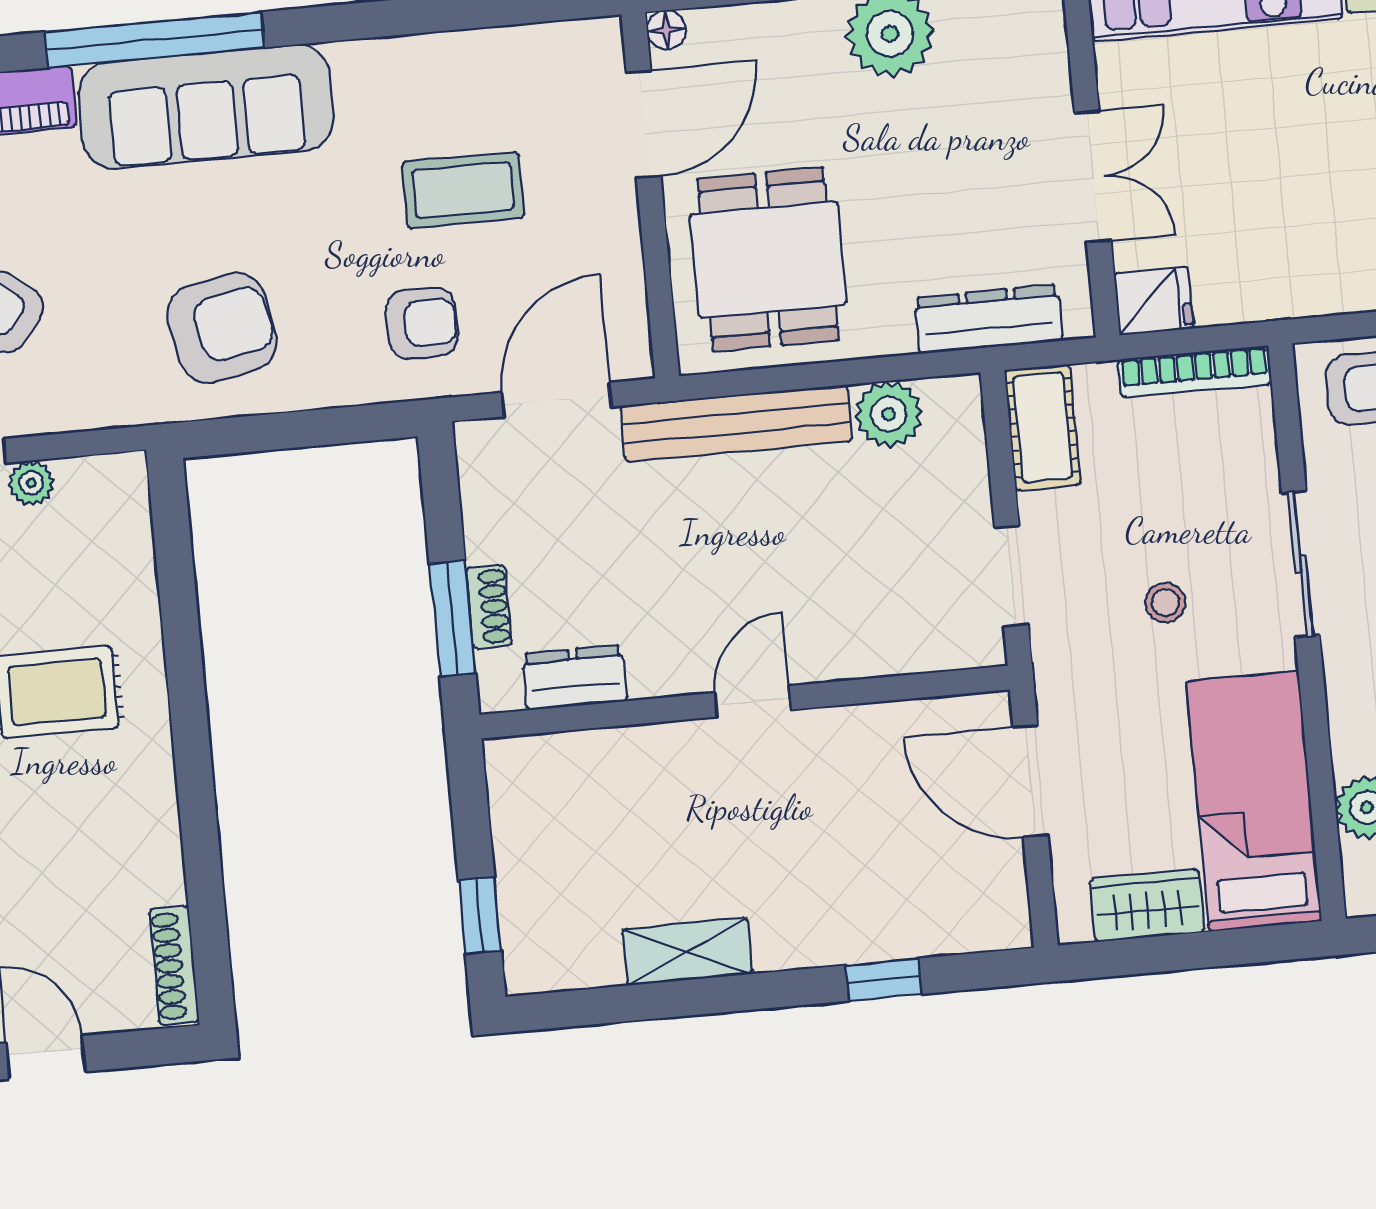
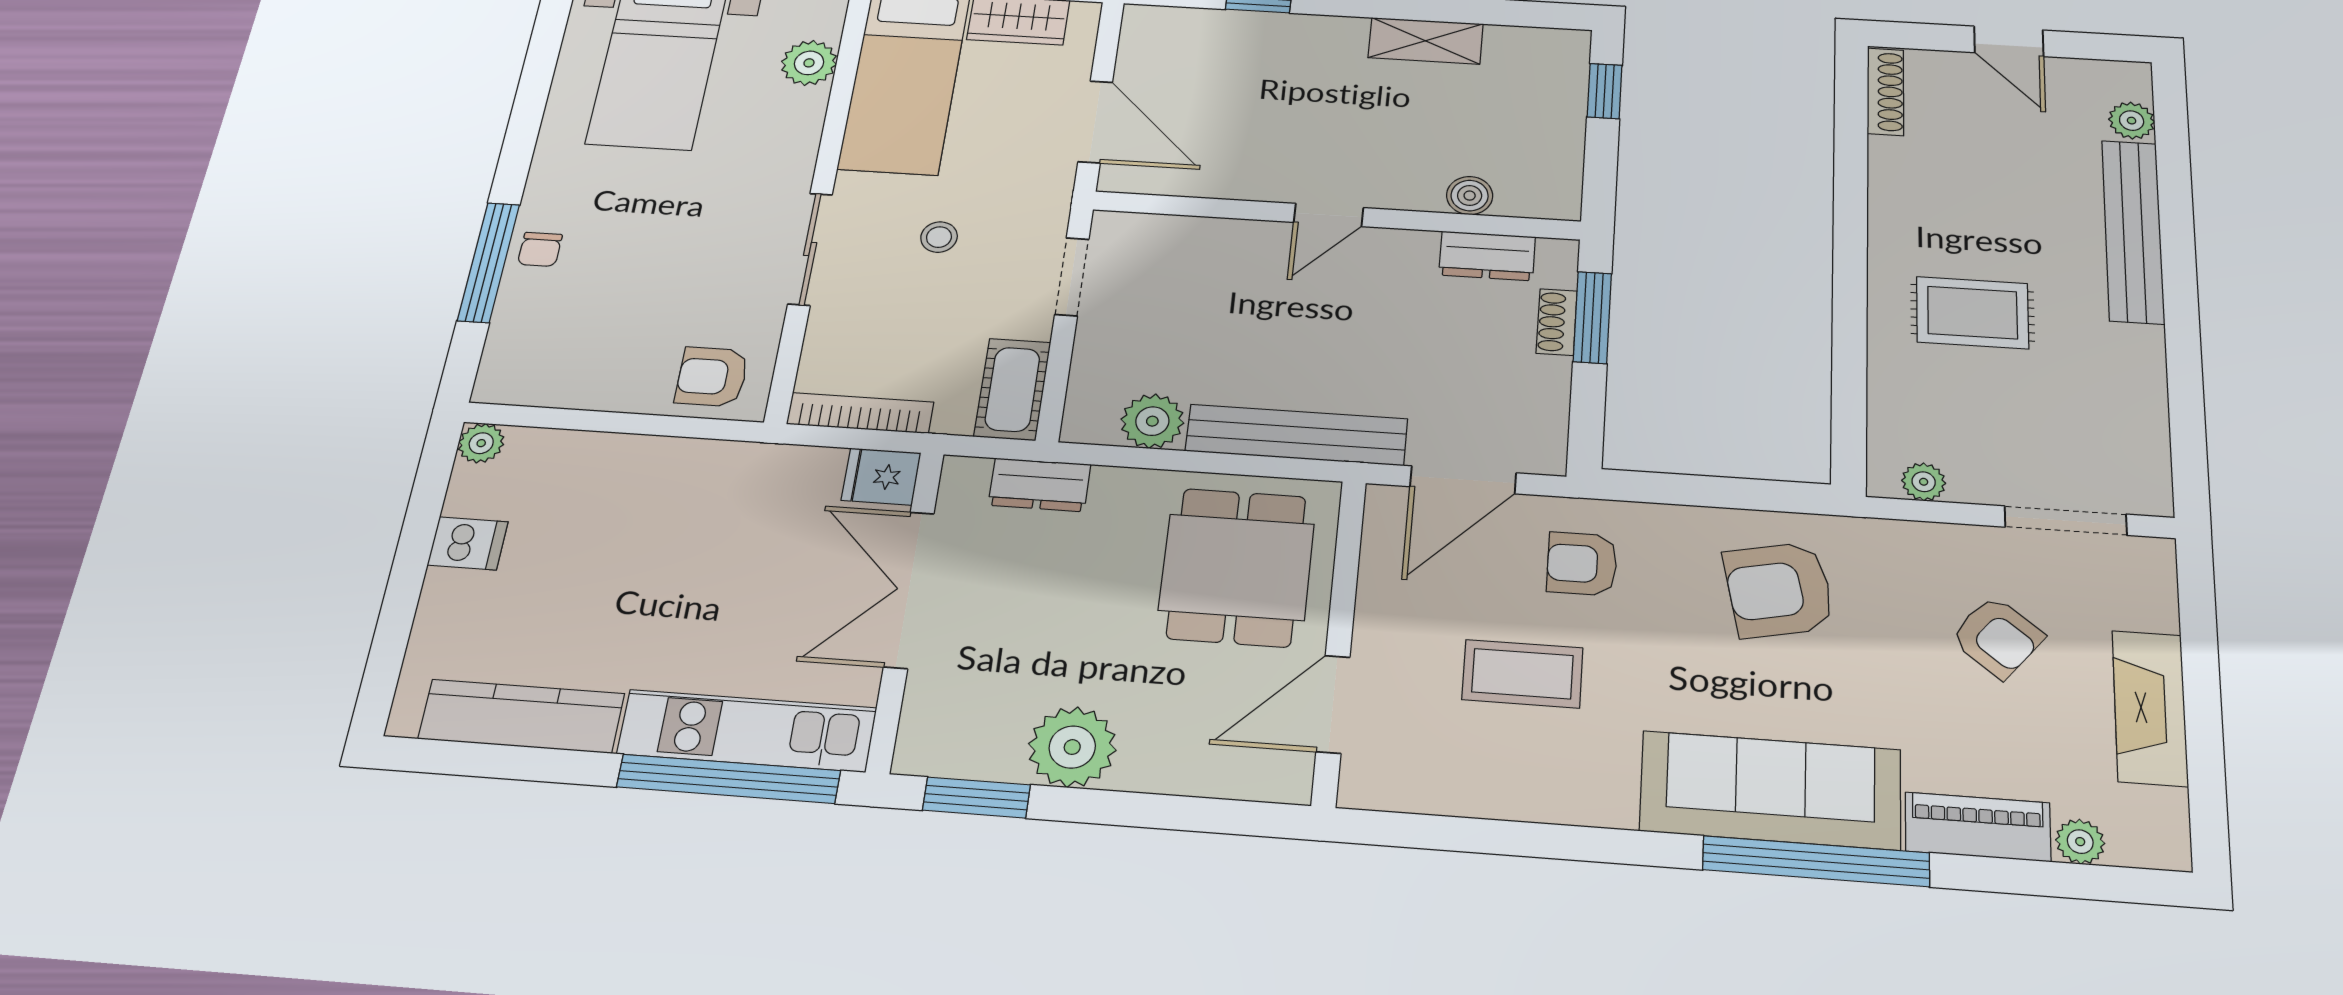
floor lamp: (666, 30) -> (1293, 786), removed
double door: (1093, 177) -> (909, 590), width x1.37
dresser: (989, 319) -> (1039, 485), width x0.70
plant: (31, 483) -> (1924, 482), moved
boiler: (606, 752) -> (1470, 196), added

